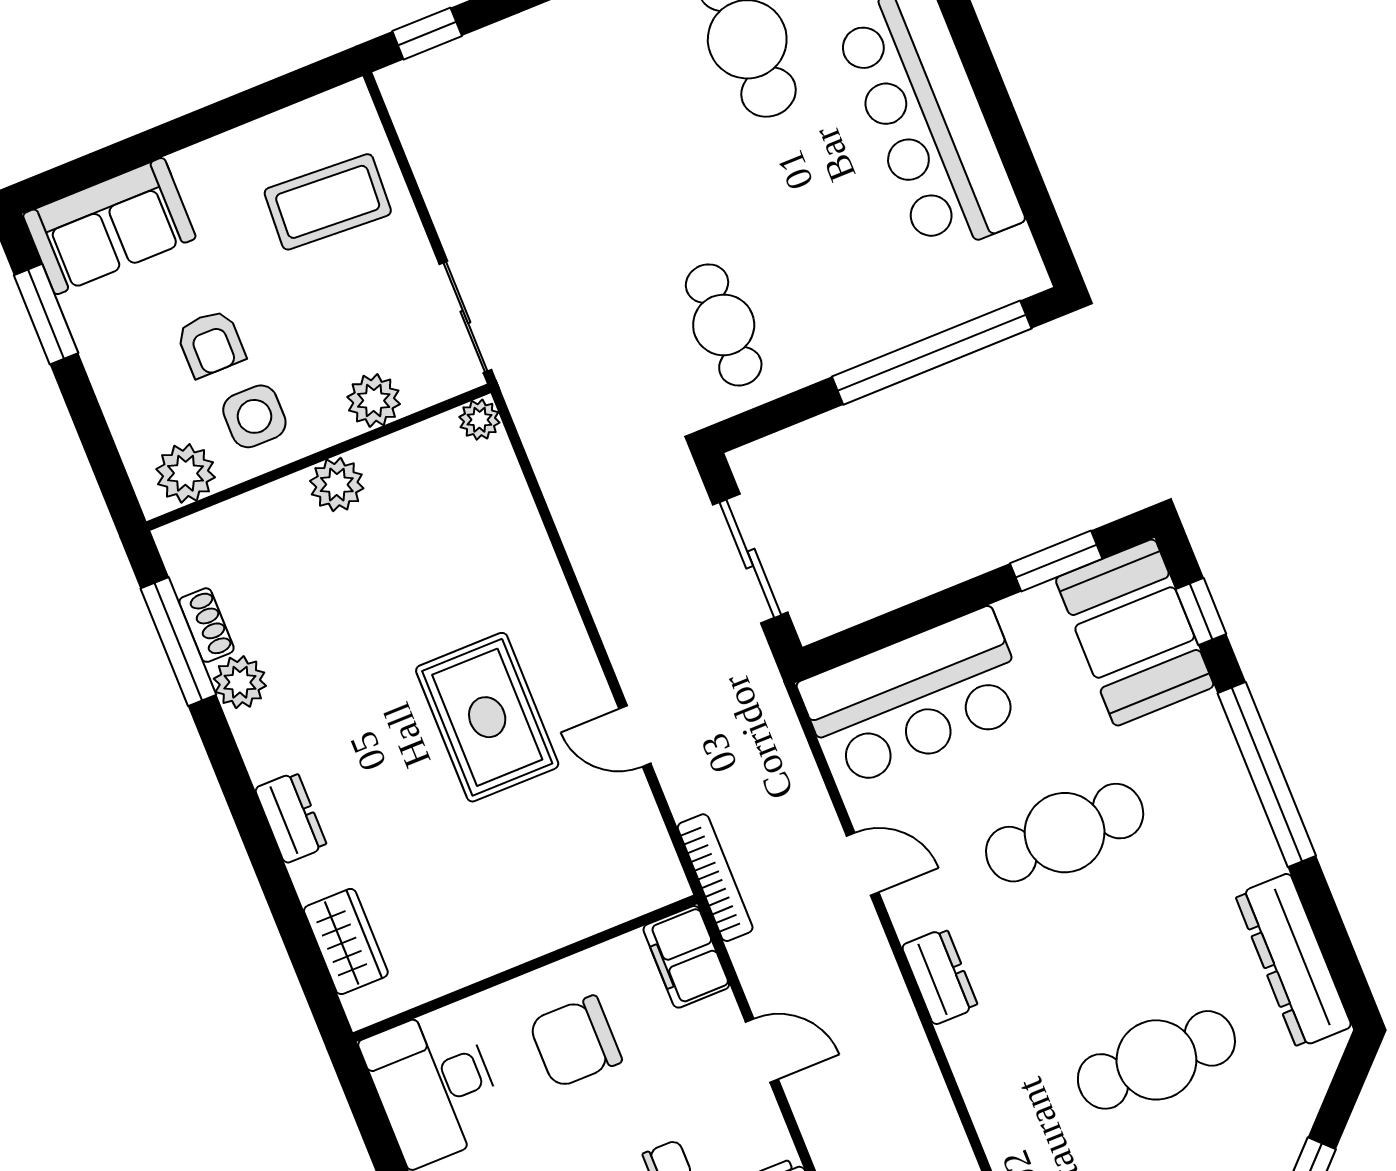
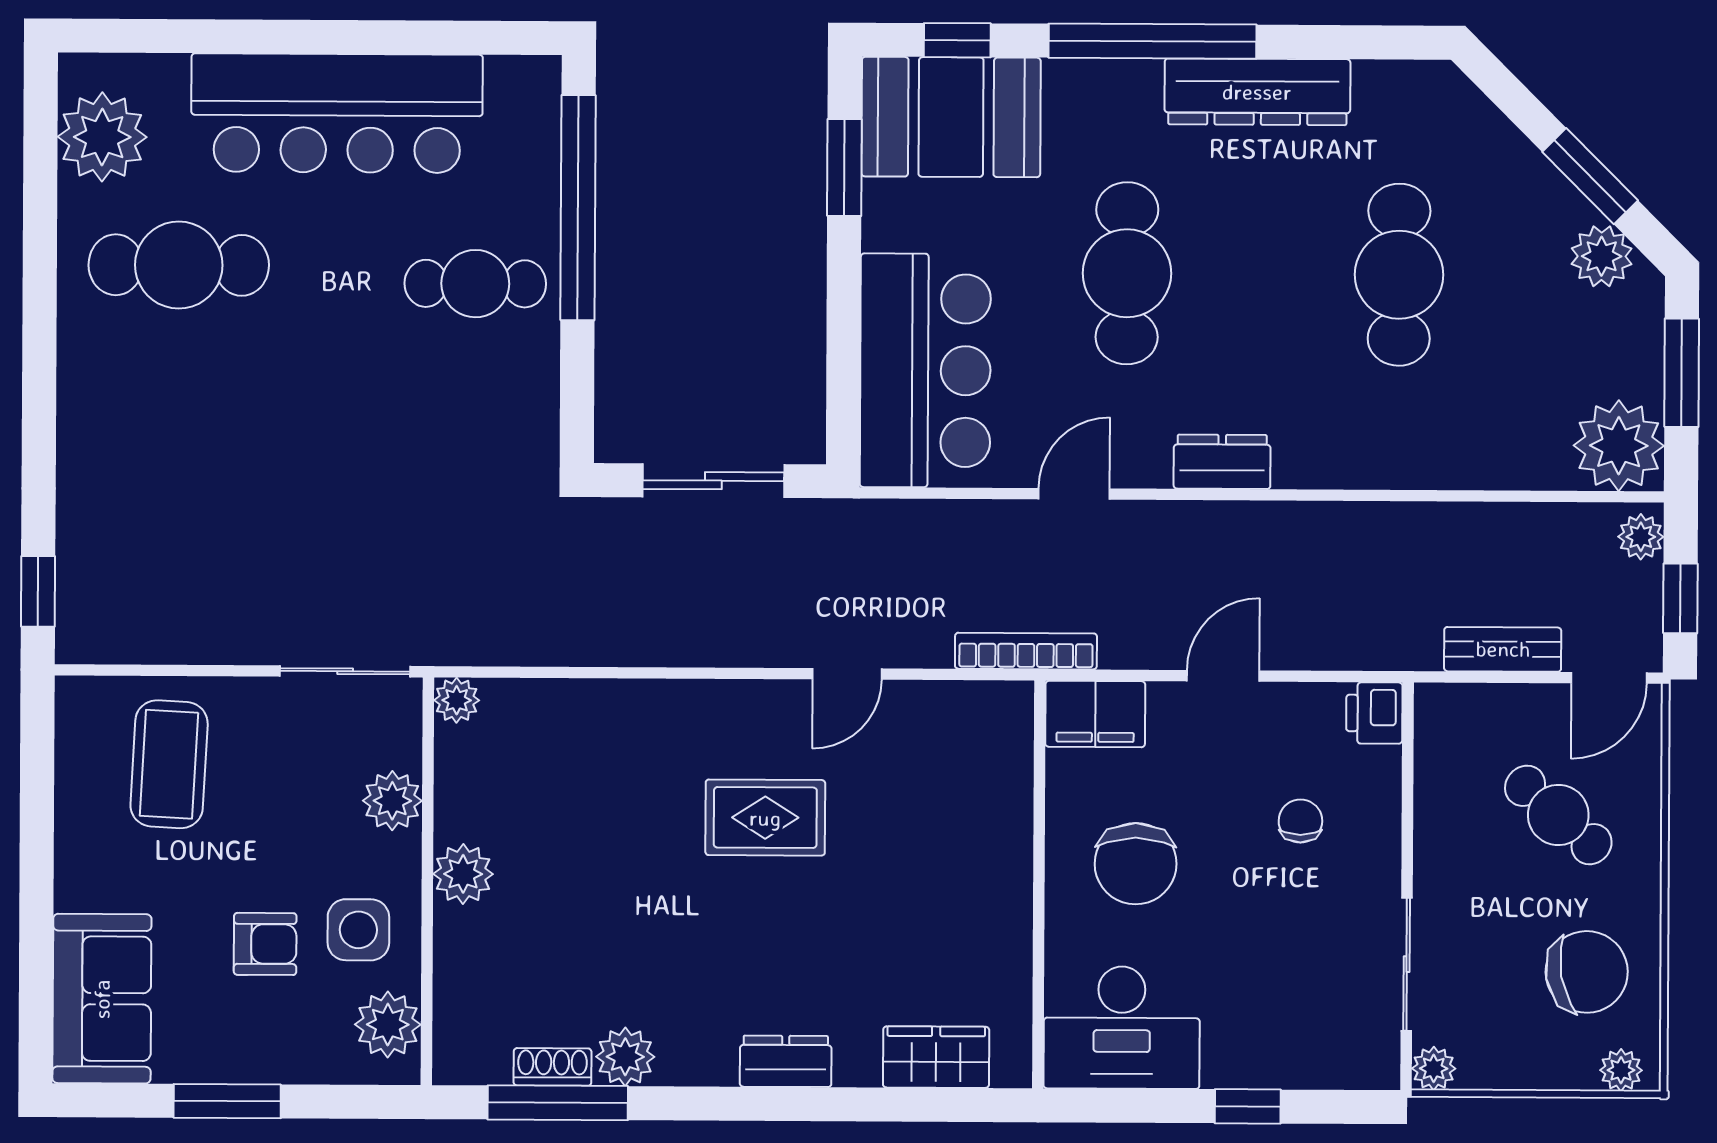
window: (46, 314) -> (227, 1101), moved
cafe table: (724, 325) -> (475, 284), moved
rug: (487, 717) -> (765, 818), width x0.73, depth x0.70
dresser: (1293, 961) -> (1257, 92), moved

